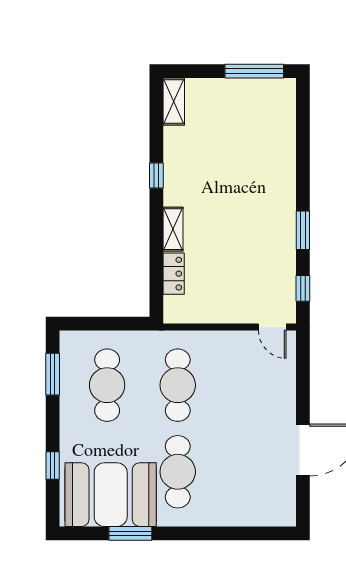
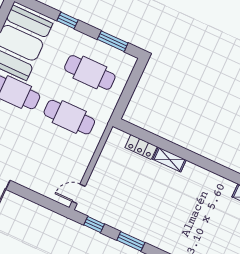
window: (156, 176) -> (208, 165), removed
window: (53, 465) -> (67, 20), moved

